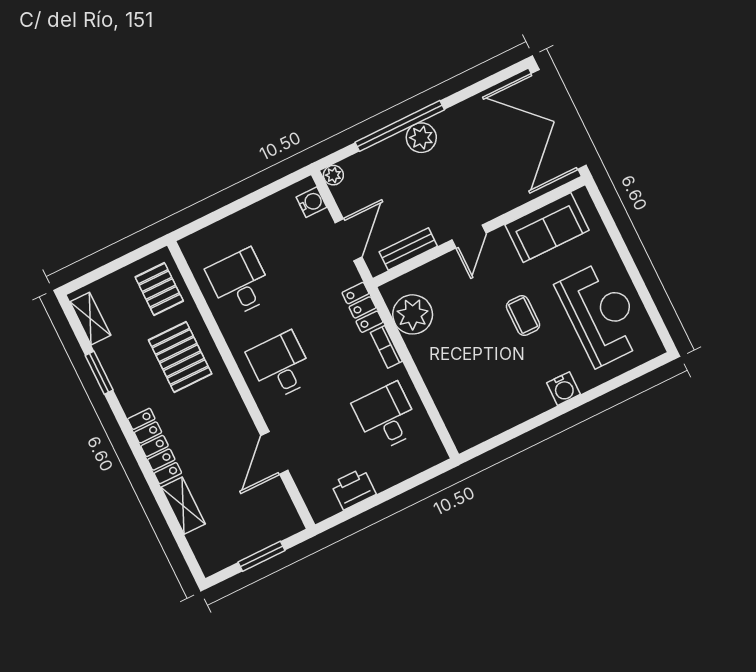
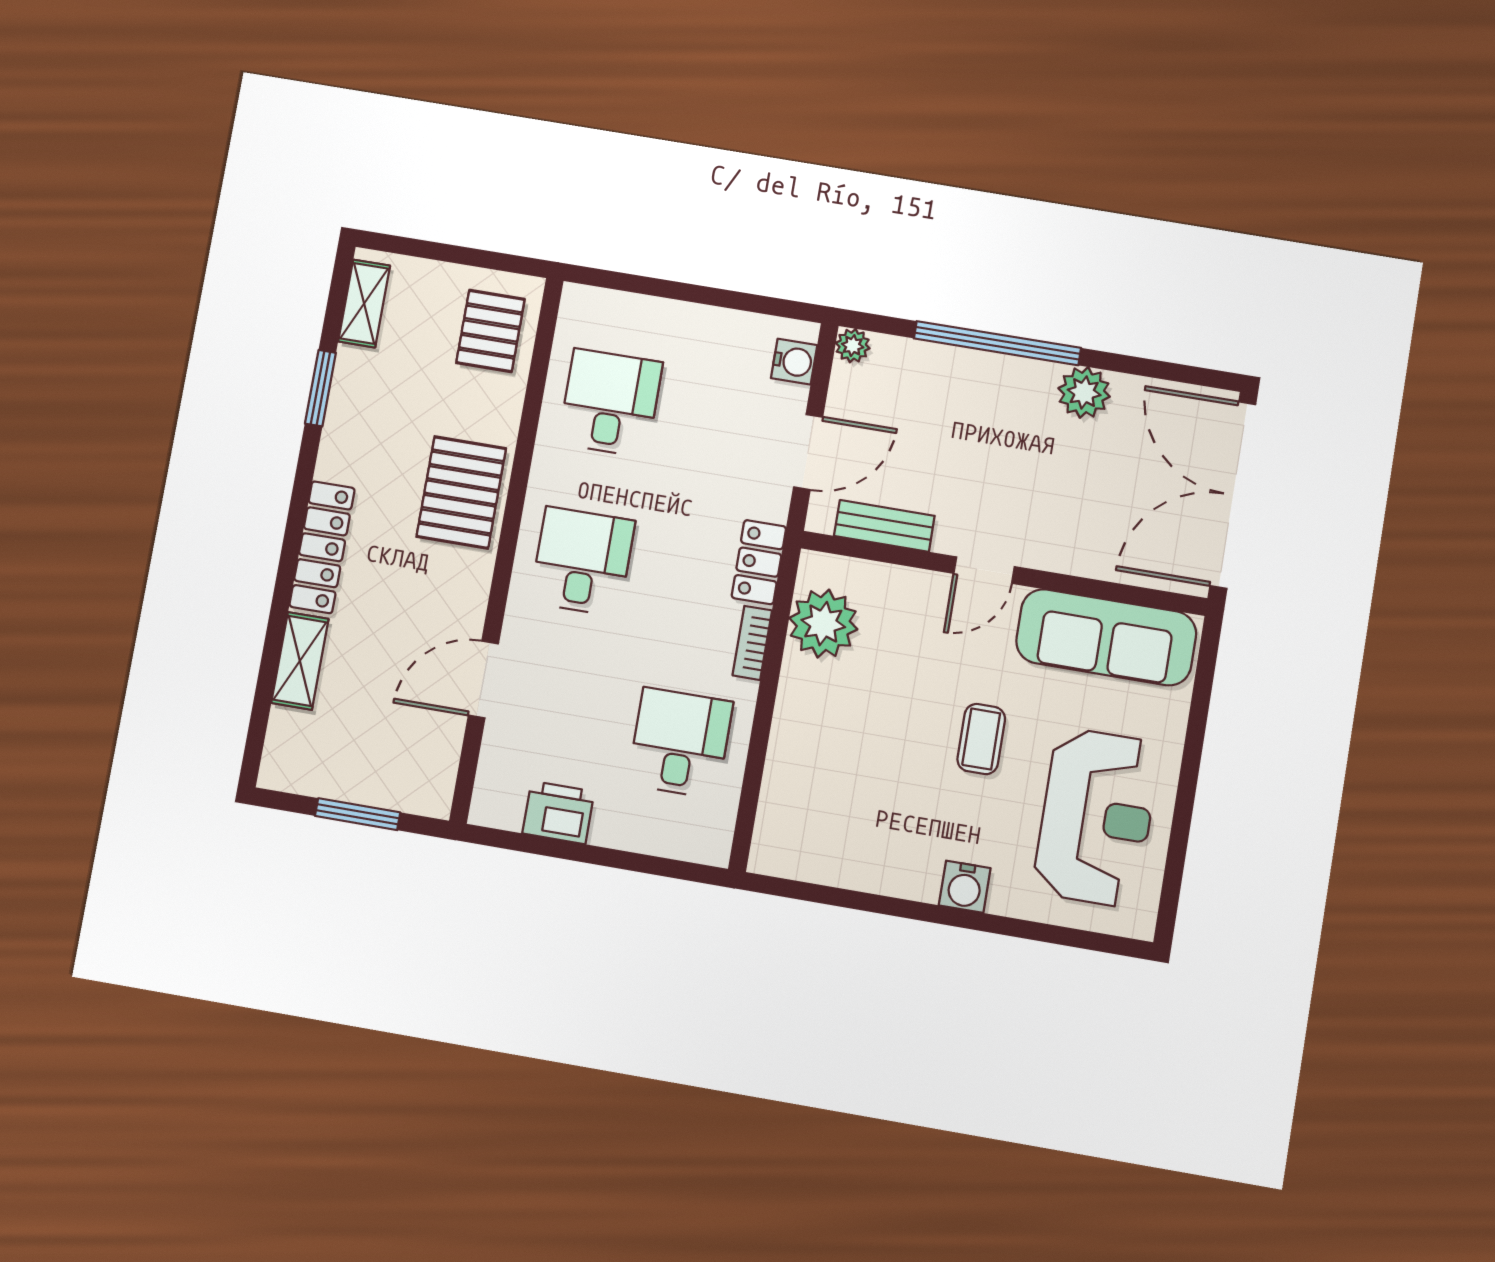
plant: (421, 138) -> (1084, 392), moved
sofa: (547, 228) -> (1106, 637), width x1.36
pallet: (180, 357) -> (461, 492), moved

